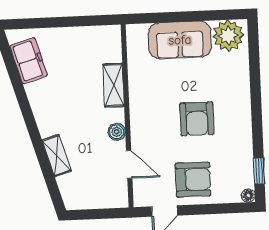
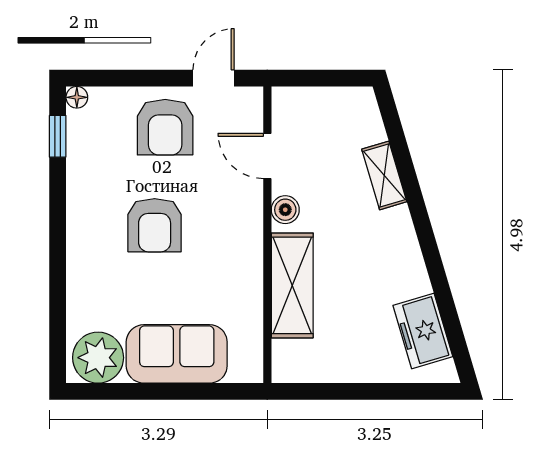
shelving: (114, 85) -> (292, 285), width x1.50, depth x1.33
armchair: (197, 119) -> (155, 225), turned 180
armchair: (193, 179) -> (165, 127), turned -90

